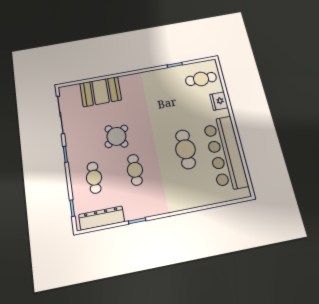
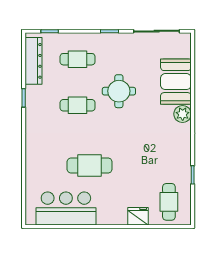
plant: (127, 82) -> (183, 114), added
round table: (116, 136) -> (119, 91), turned 36
bar counter: (225, 153) -> (66, 208), width x0.73

